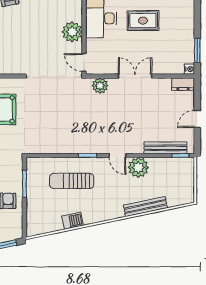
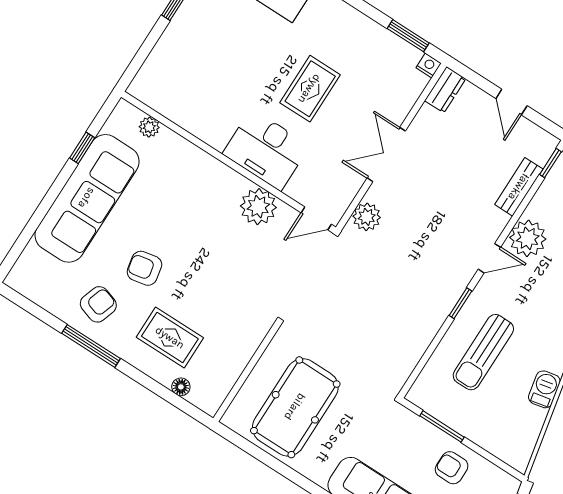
bench: (165, 148) -> (519, 187), width x0.73

